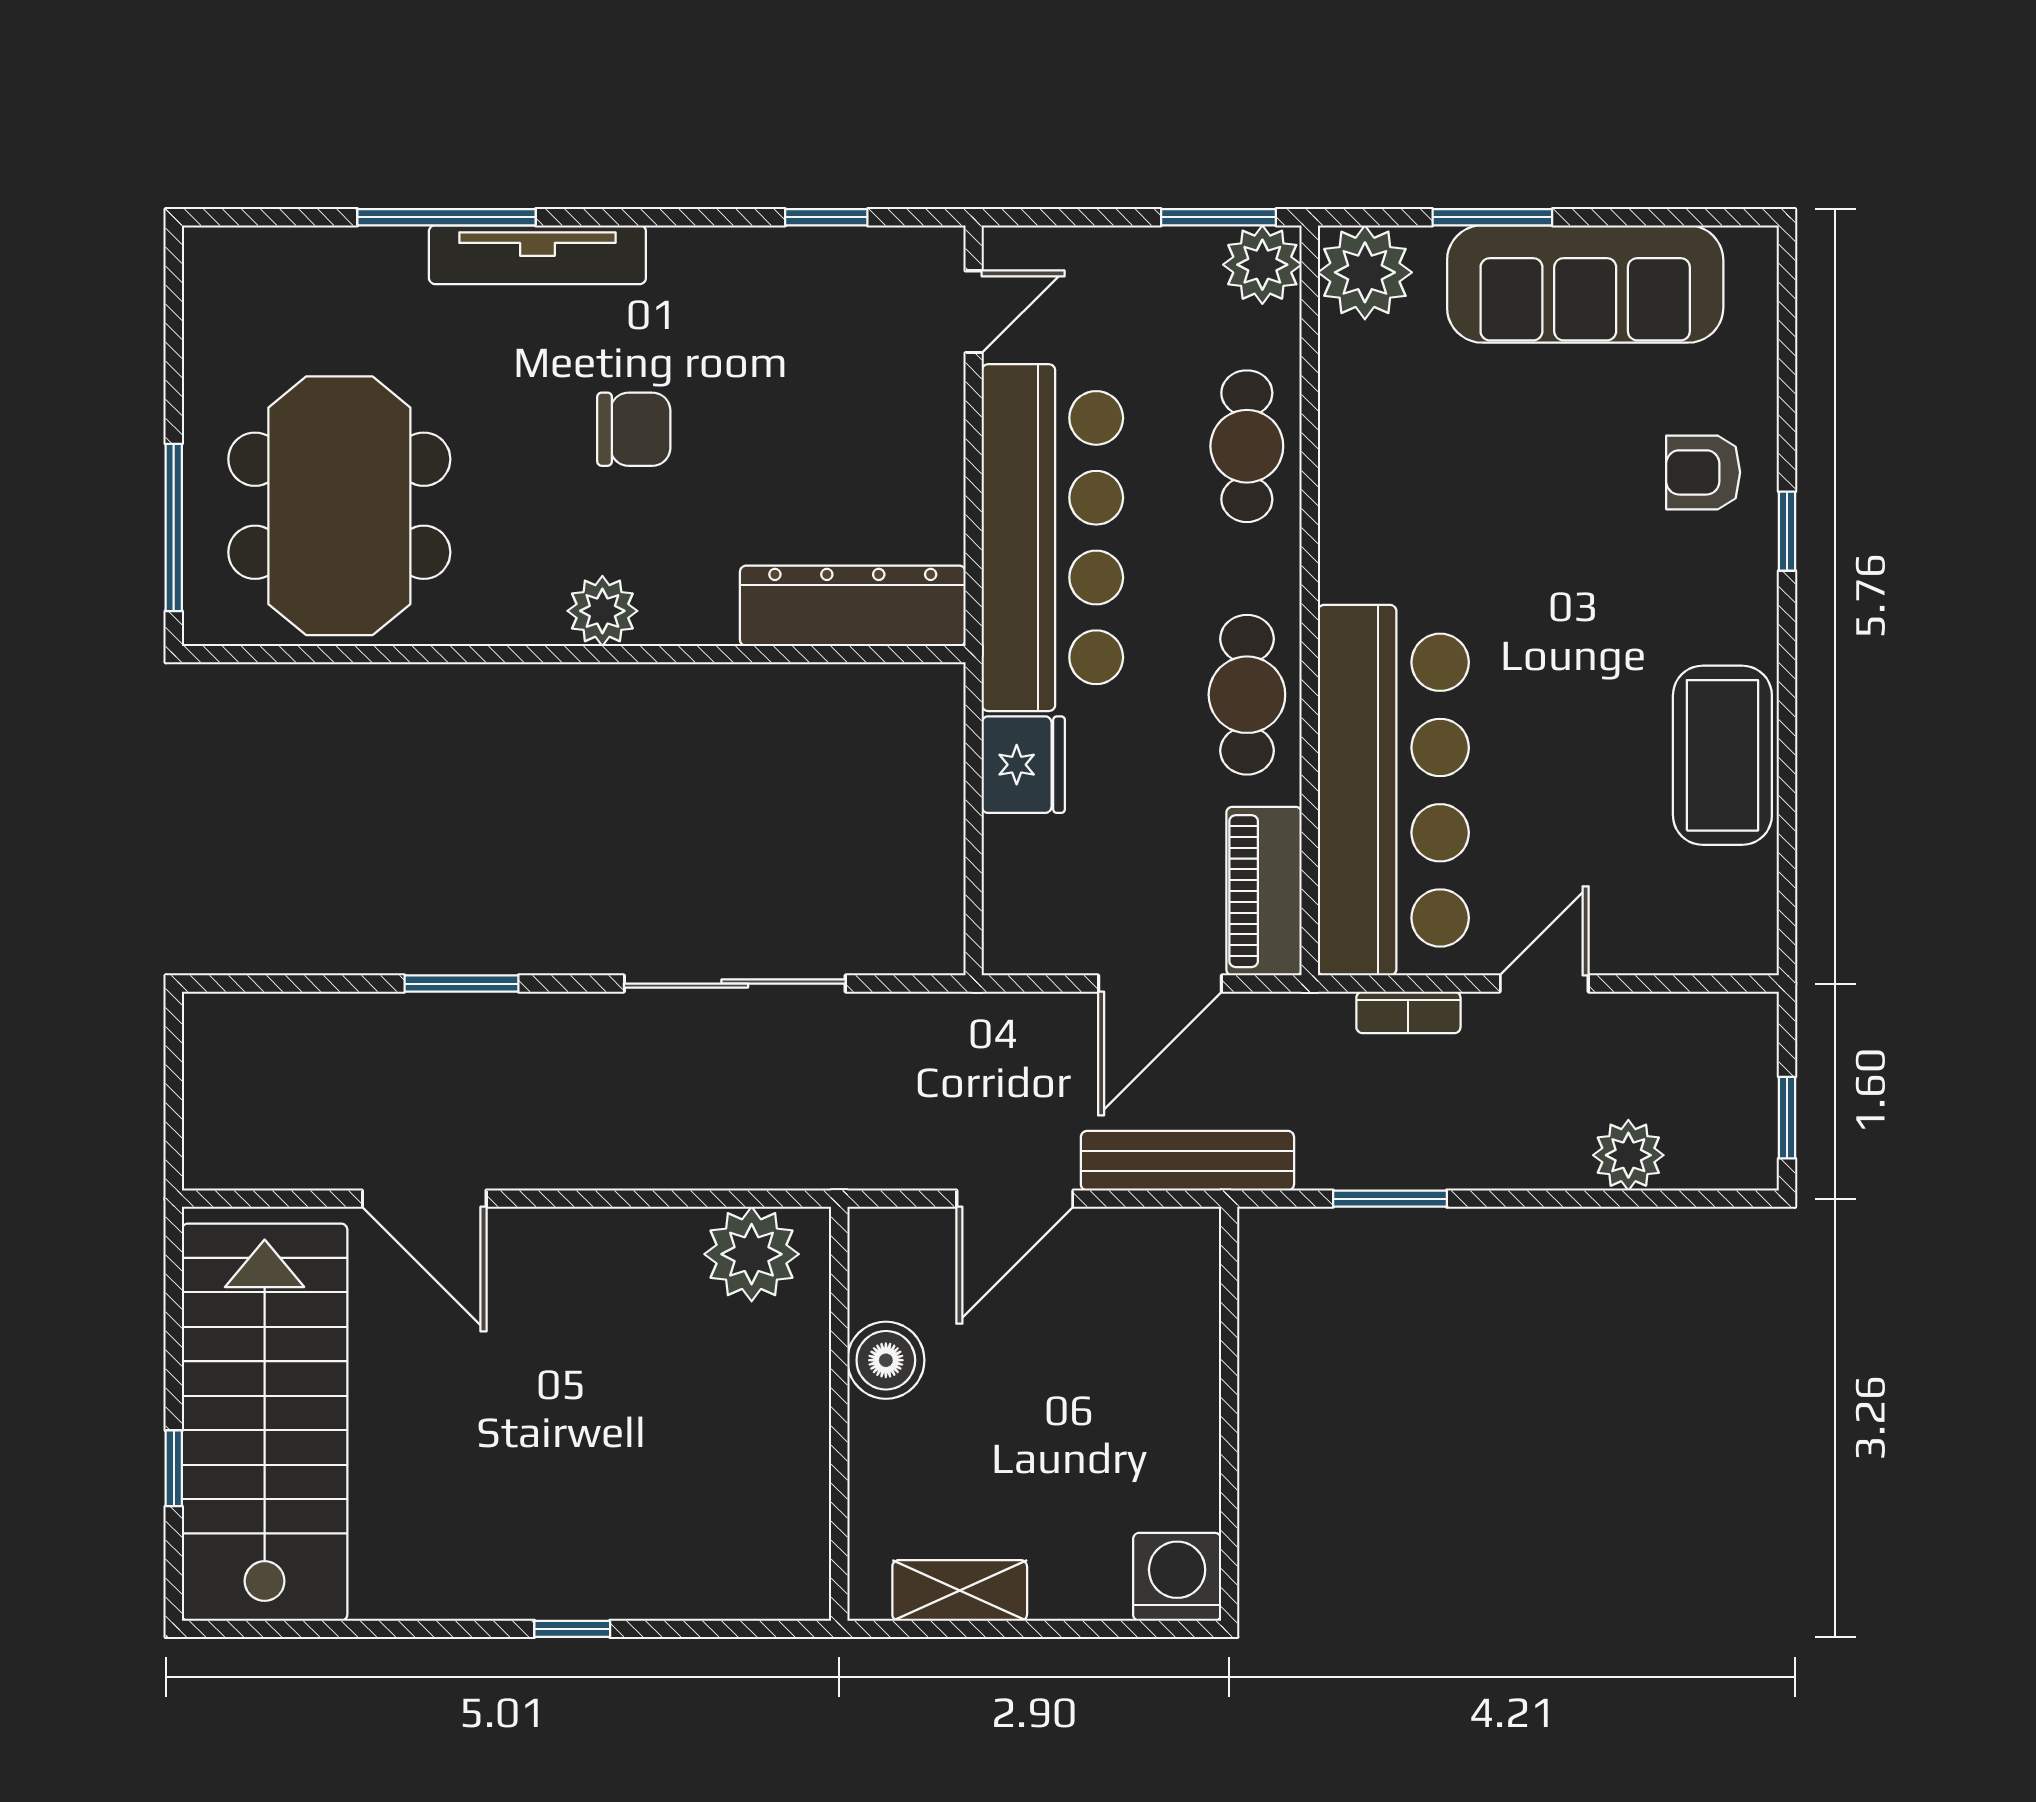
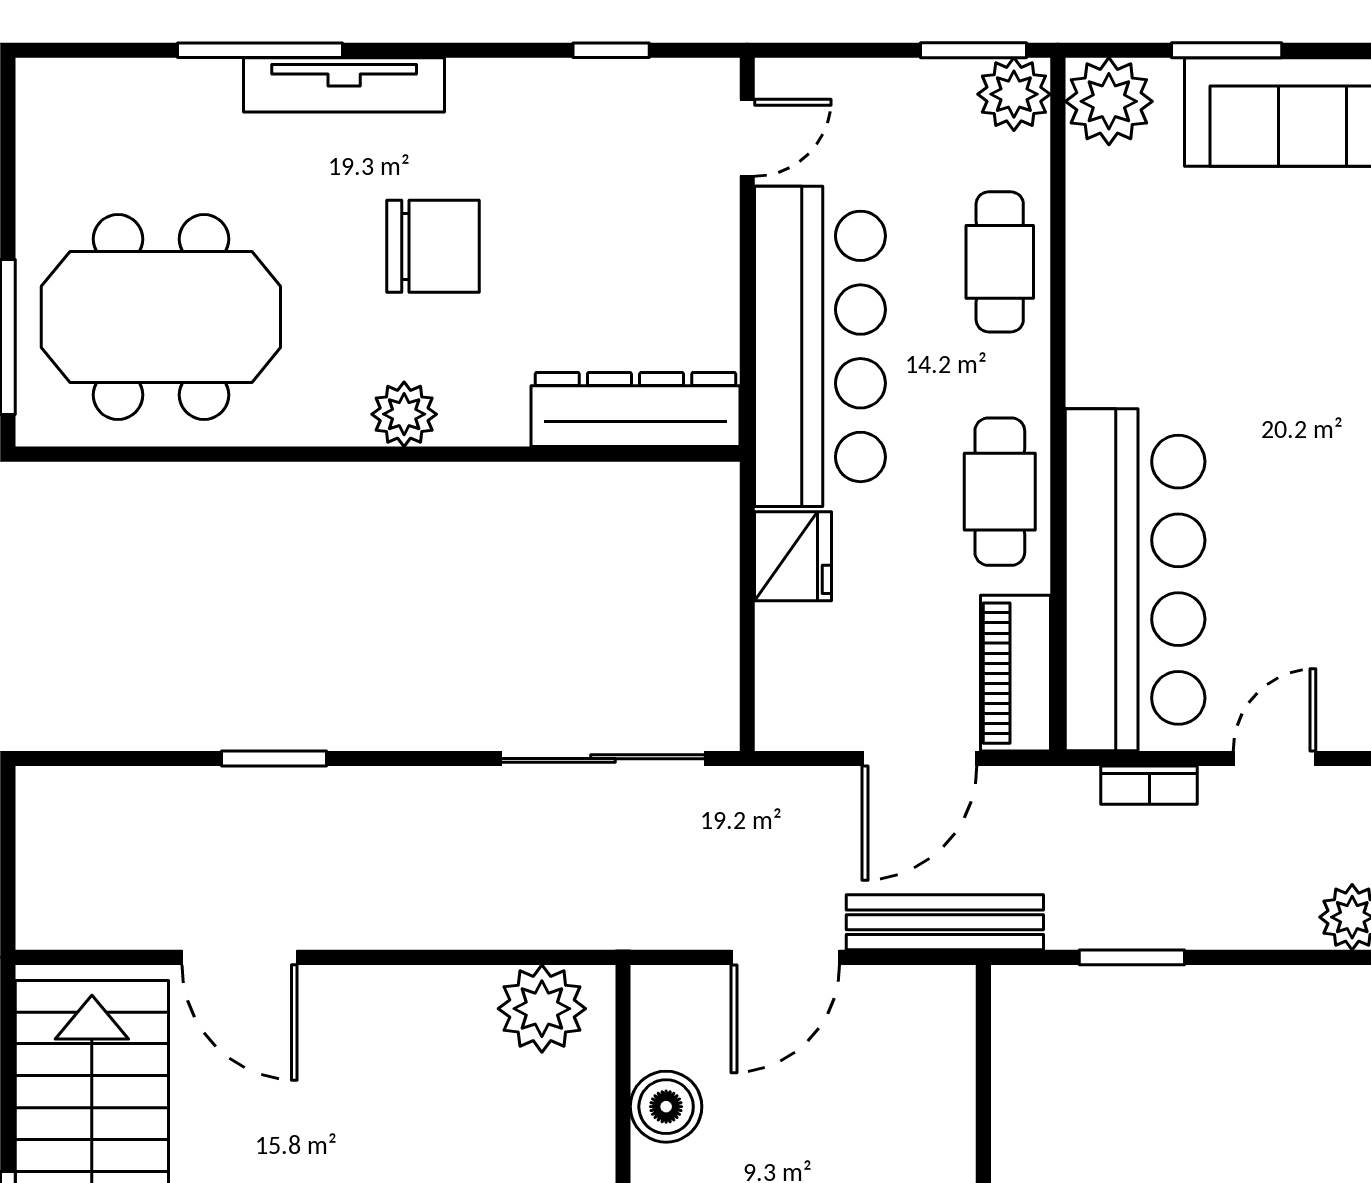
chair: (634, 429) -> (433, 246), width x1.37, depth x1.37
meeting table: (339, 506) -> (161, 317), turned 90
sliding door: (735, 984) -> (603, 759), moved

